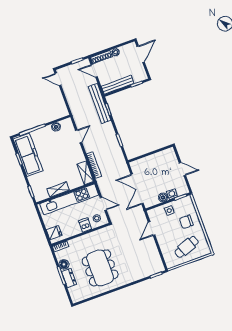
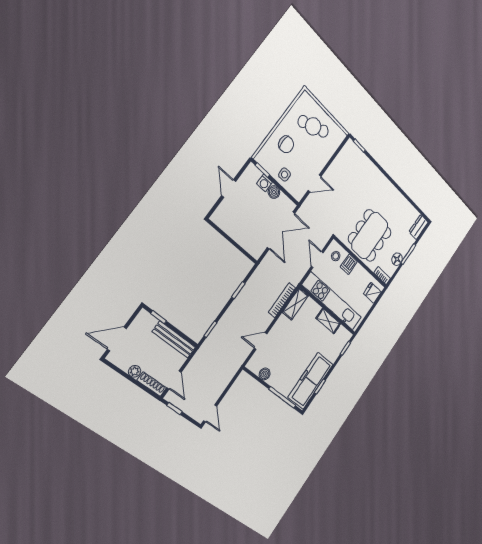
bench: (100, 104) -> (209, 345), removed
dining table: (100, 268) -> (370, 235), moved
dresser: (69, 278) -> (419, 227), moved

